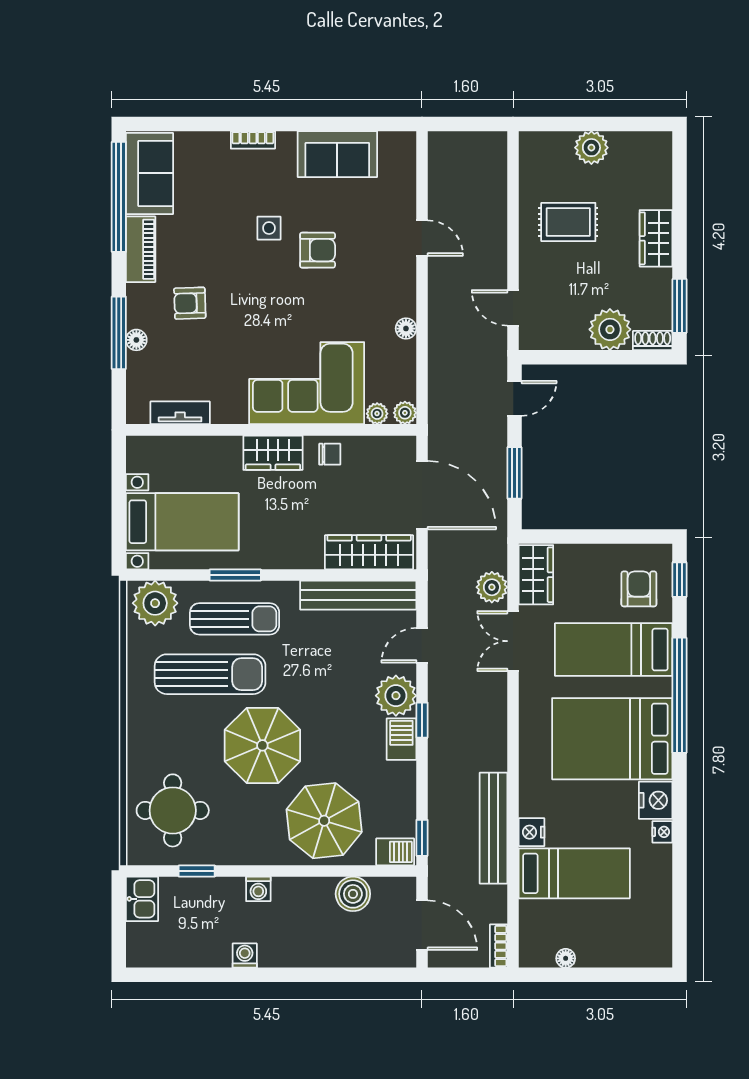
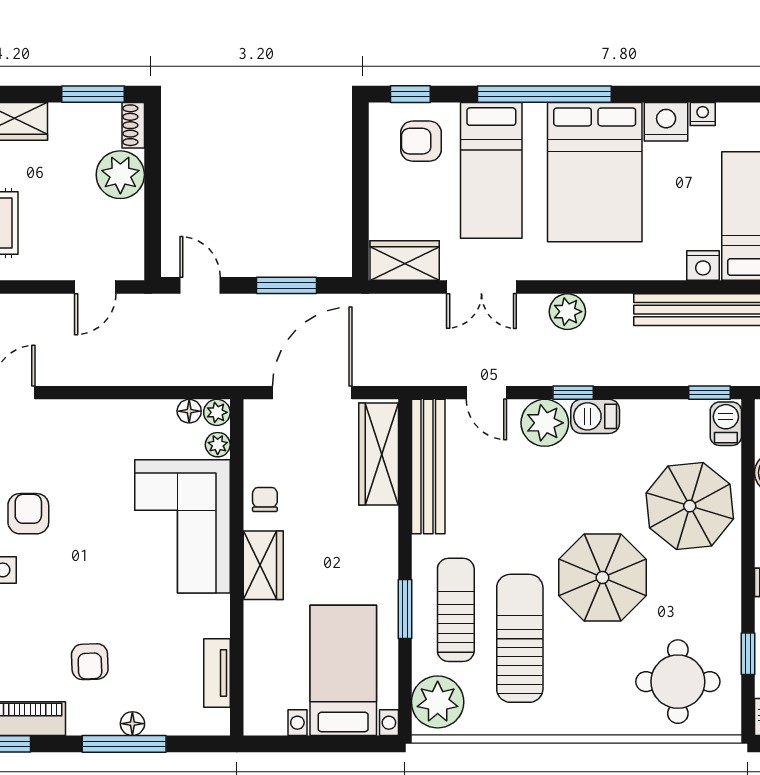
floor lamp: (406, 329) -> (189, 411), moved
plant: (492, 587) -> (567, 312), moved

